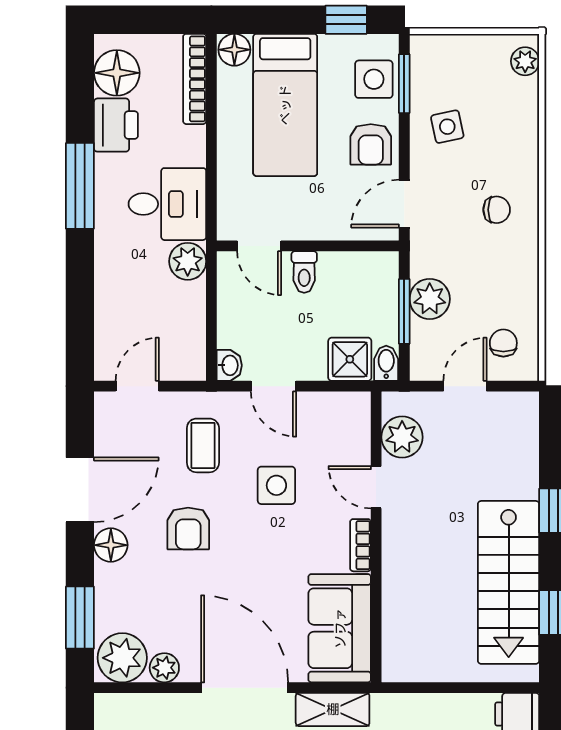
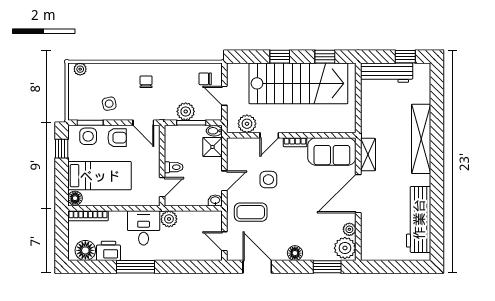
coffee table: (203, 445) -> (251, 212), width x1.36, depth x1.30
door: (80, 490) -> (257, 267), moved
armchair: (188, 529) -> (288, 219), removed
stairs: (509, 582) -> (298, 83), width x1.36, depth x1.51

